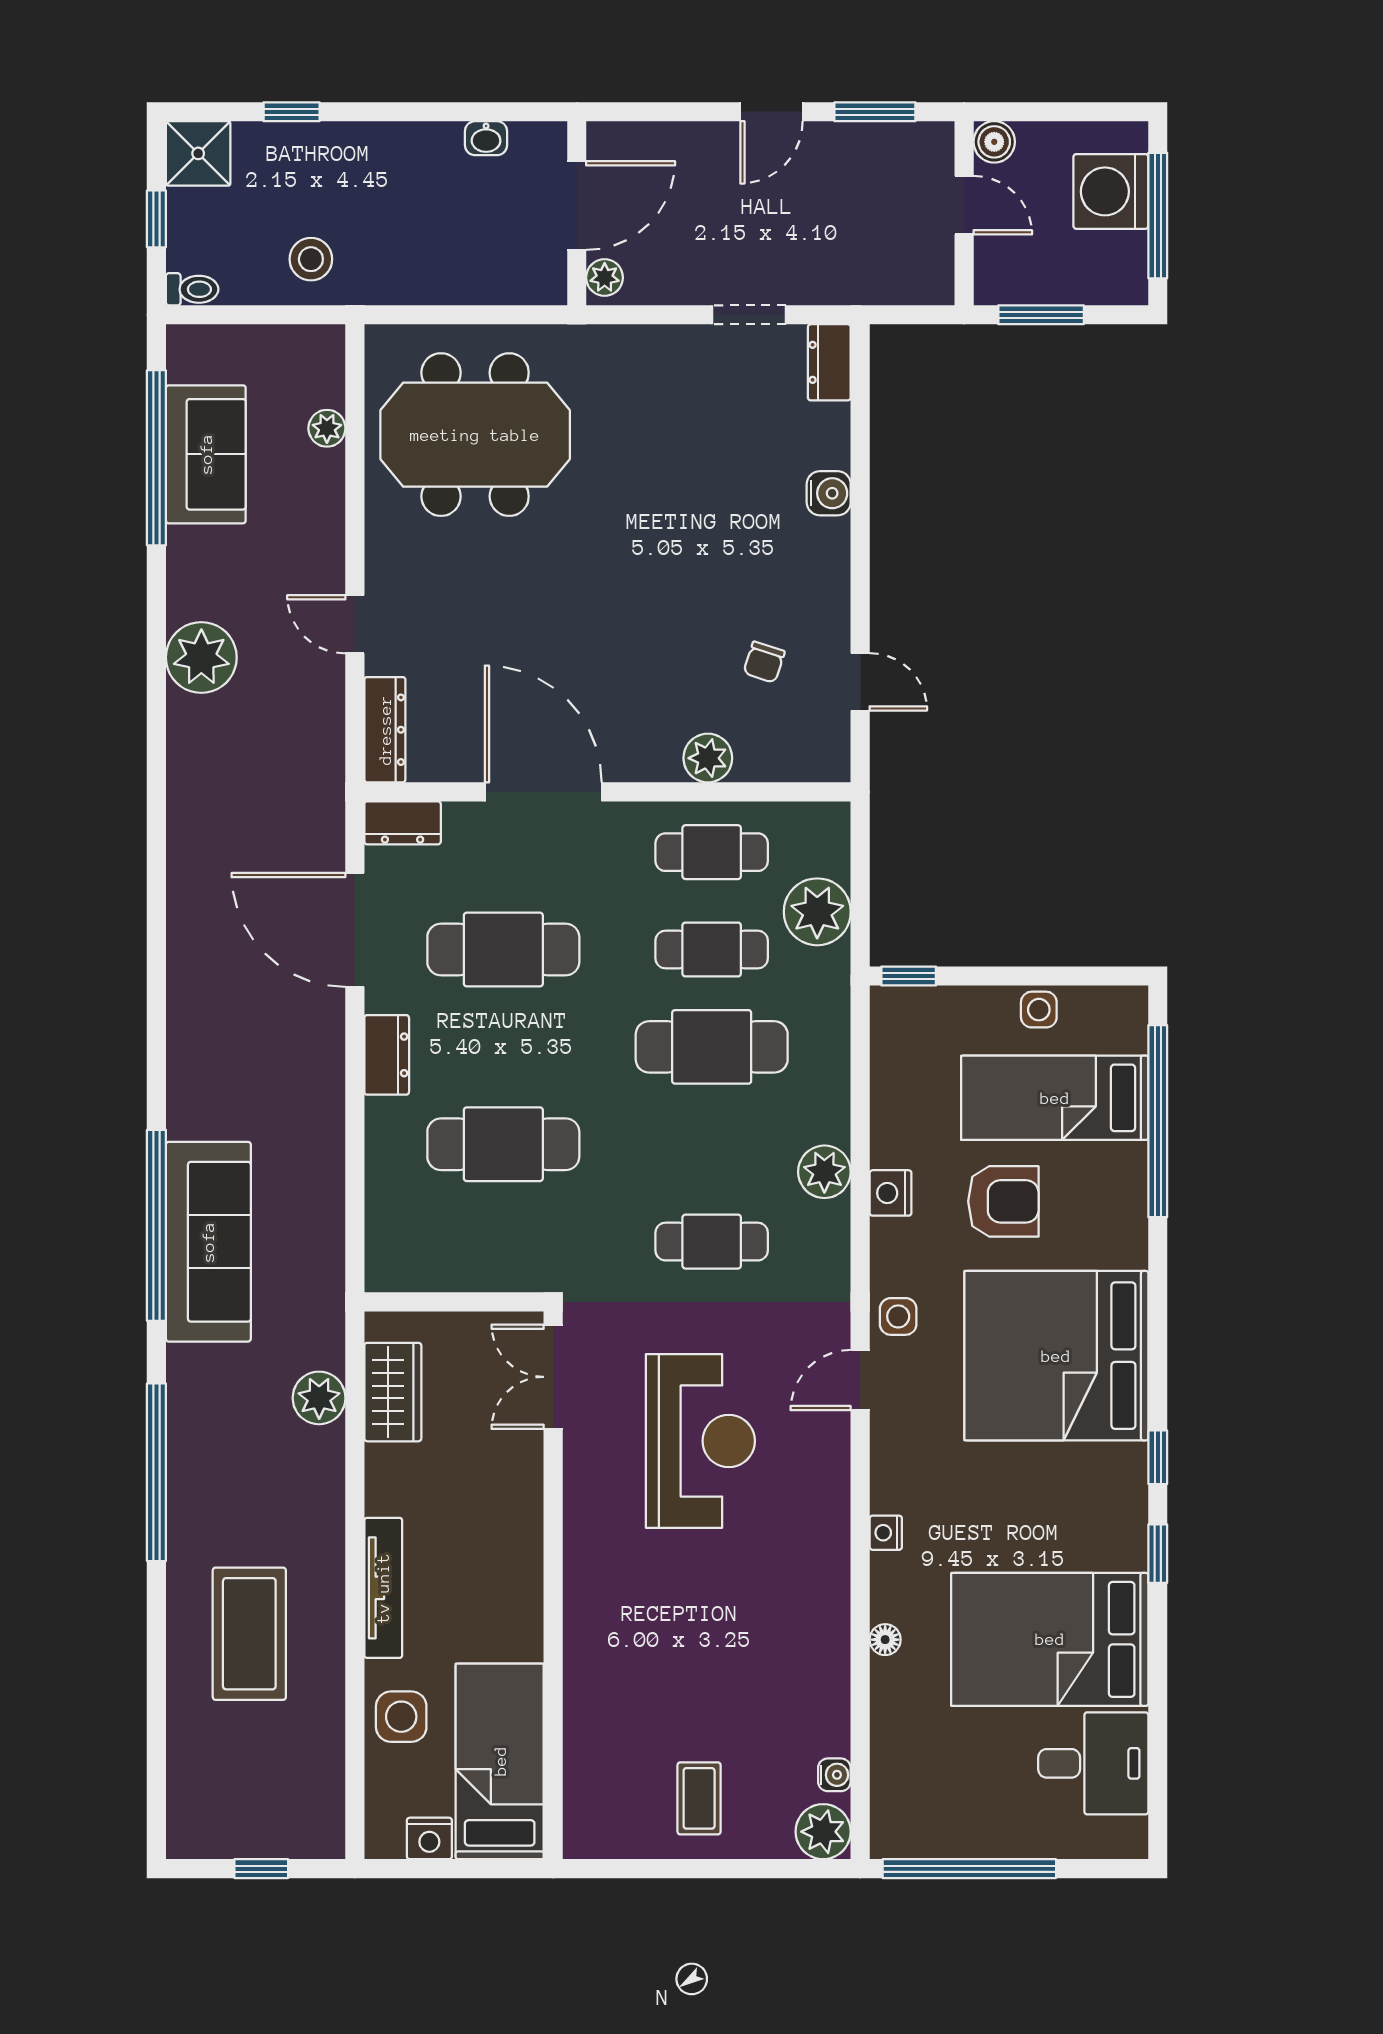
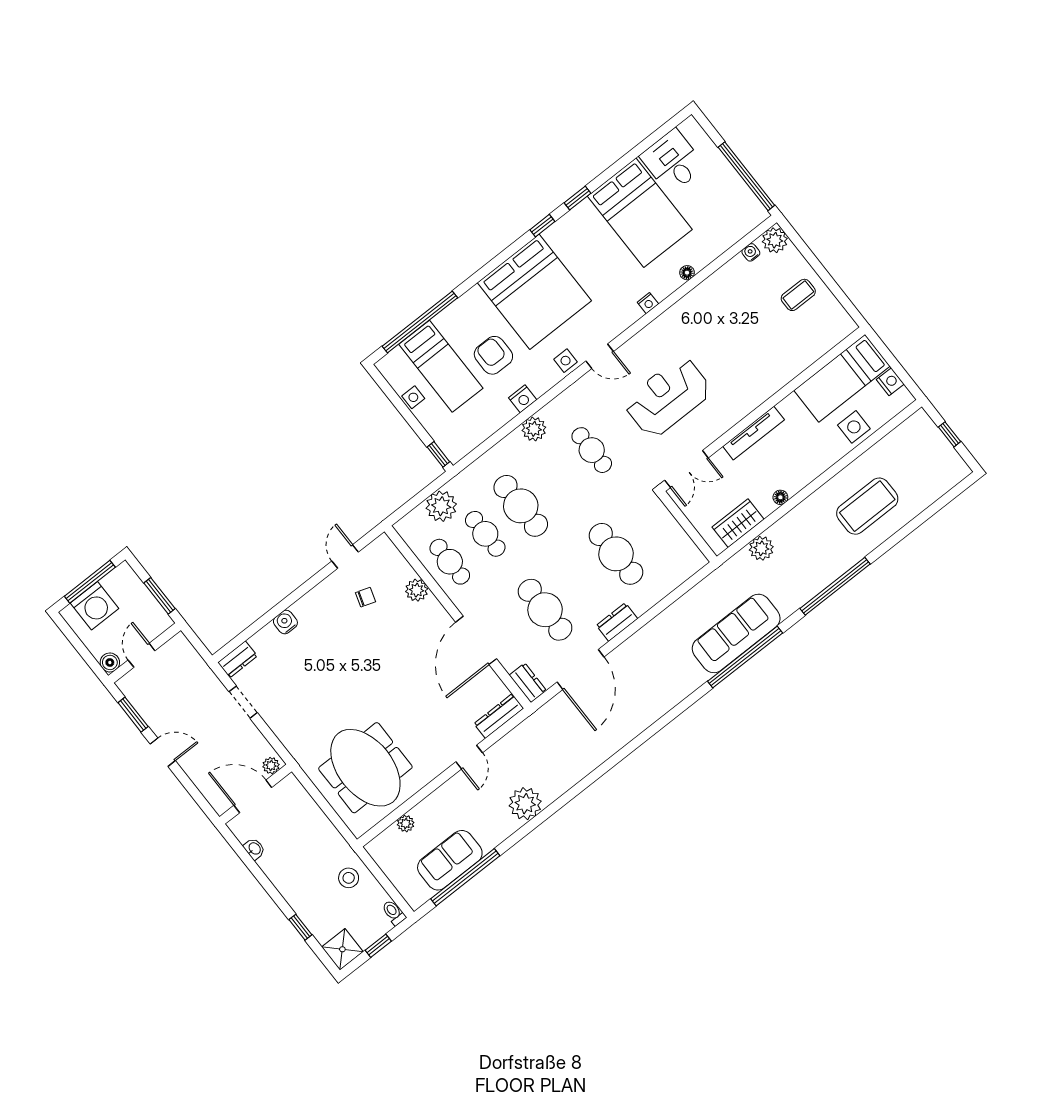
floor lamp: (380, 1498) -> (780, 497), added
tv unit: (383, 1588) -> (754, 433), moved, turned 180

